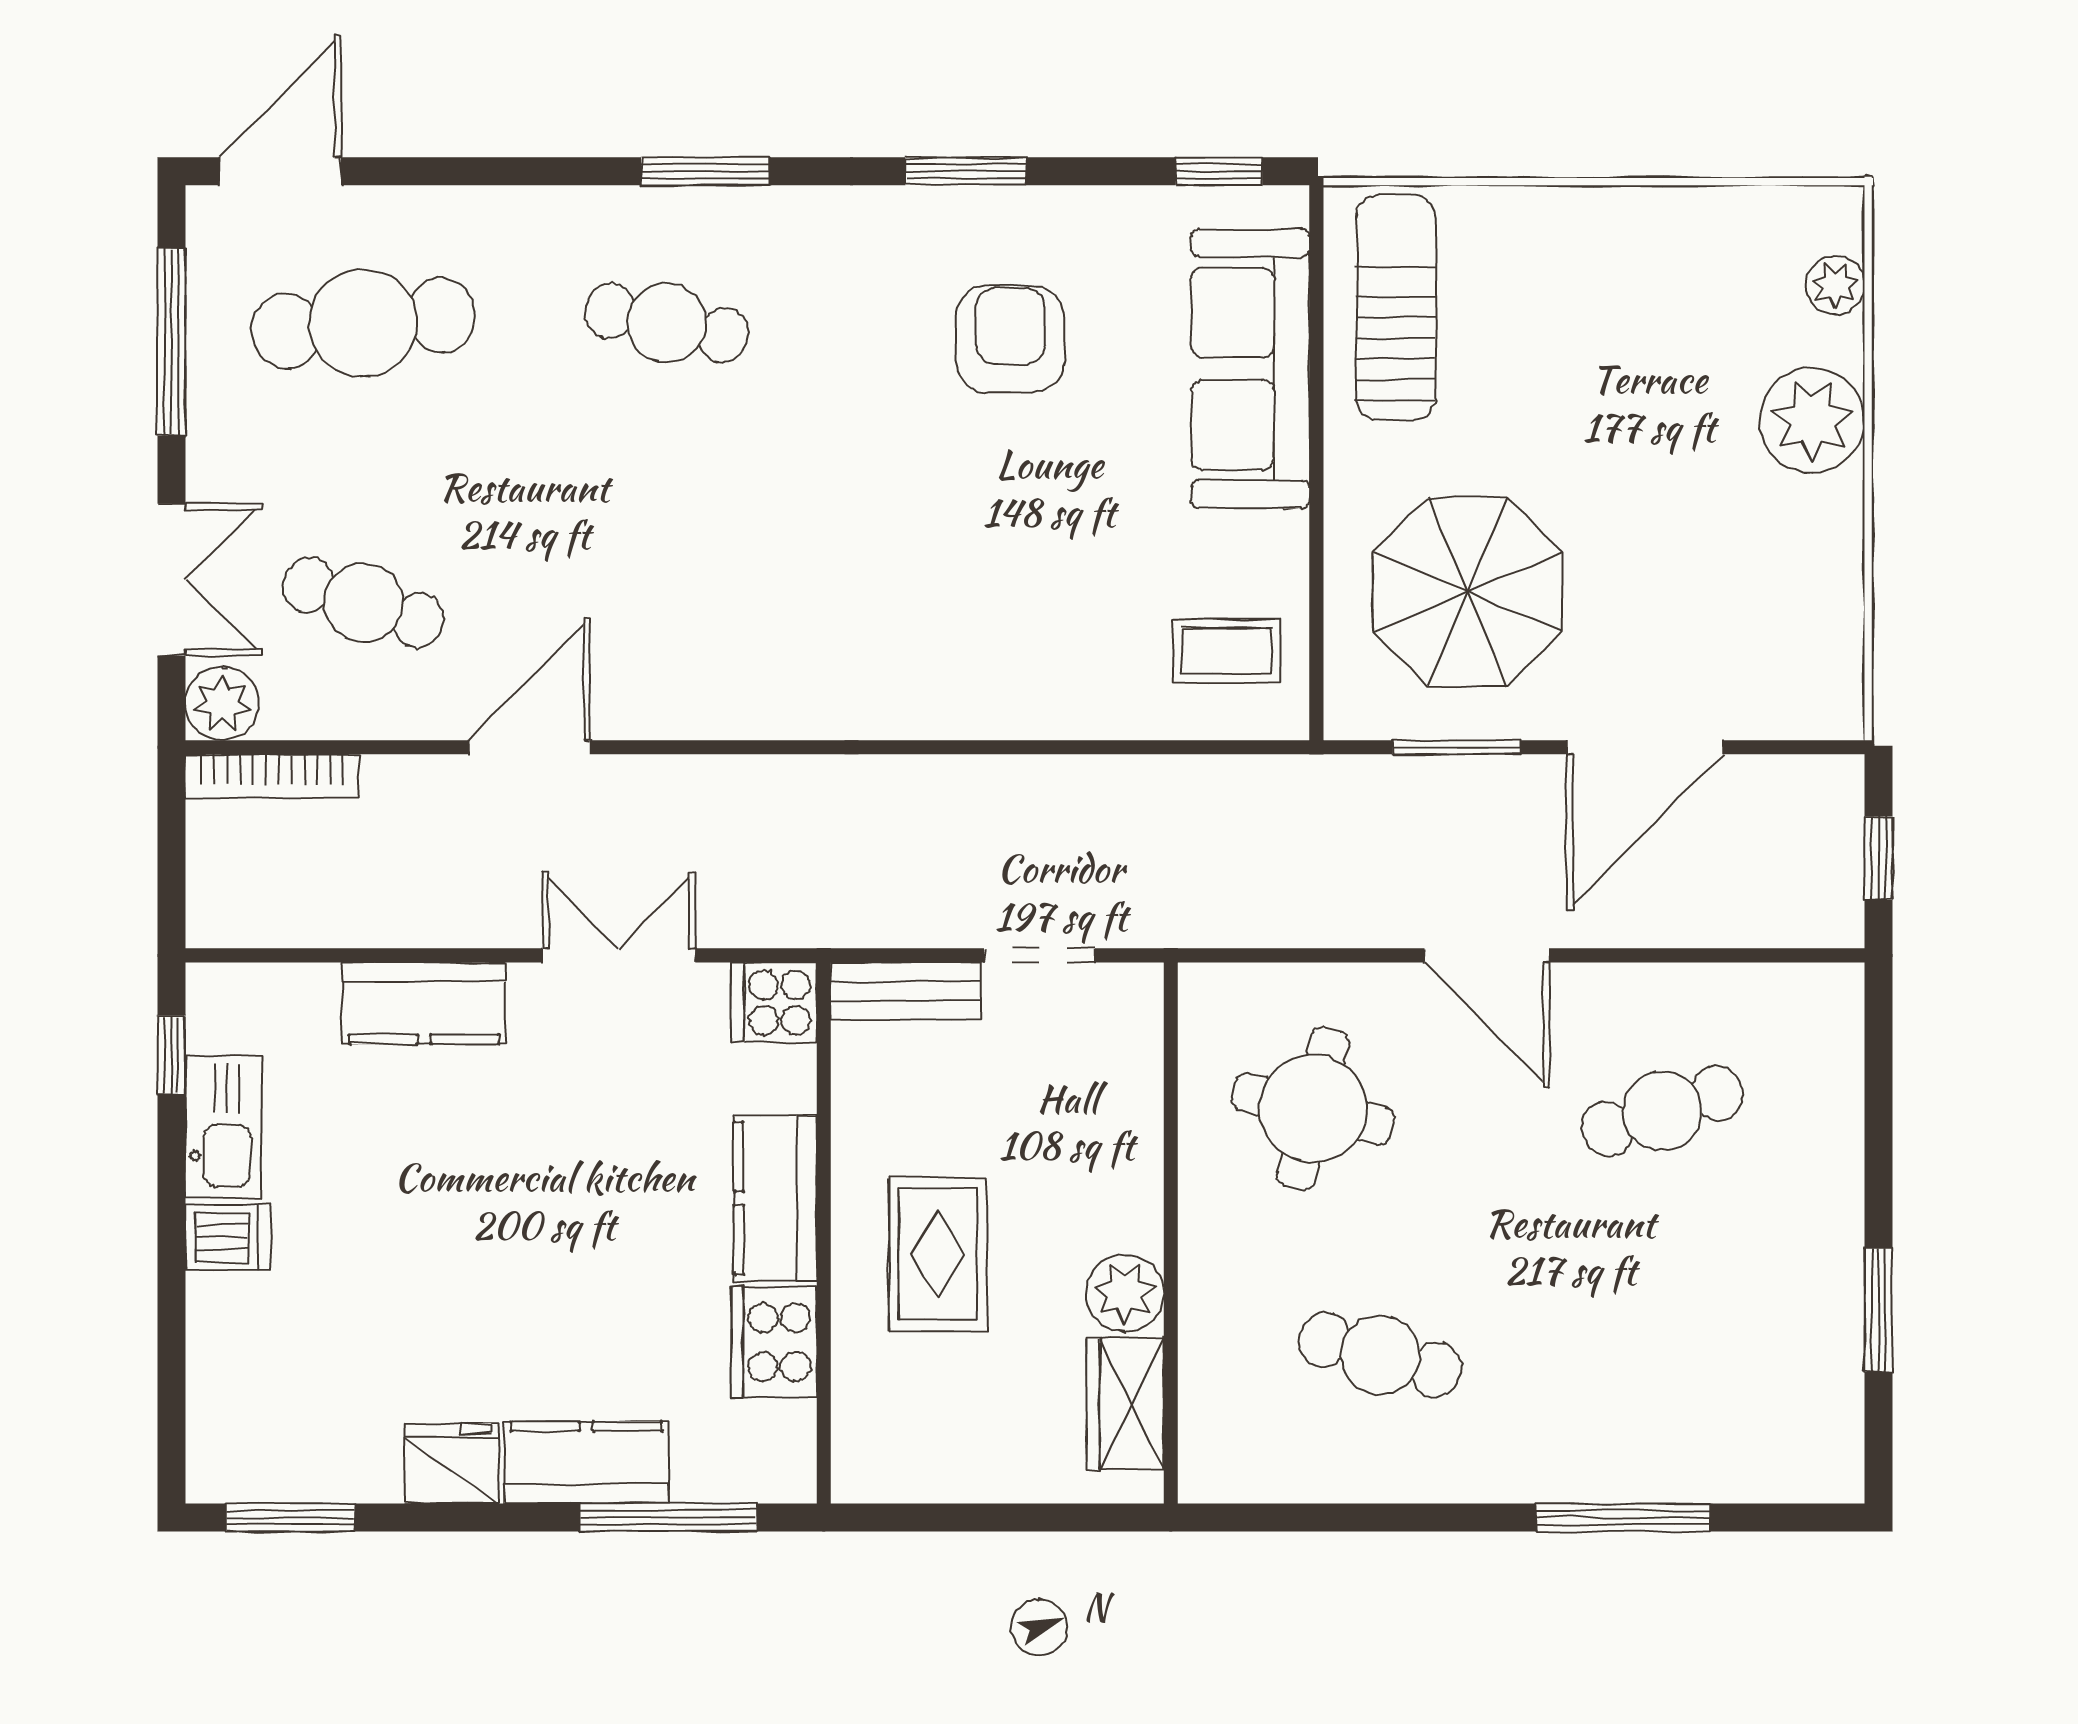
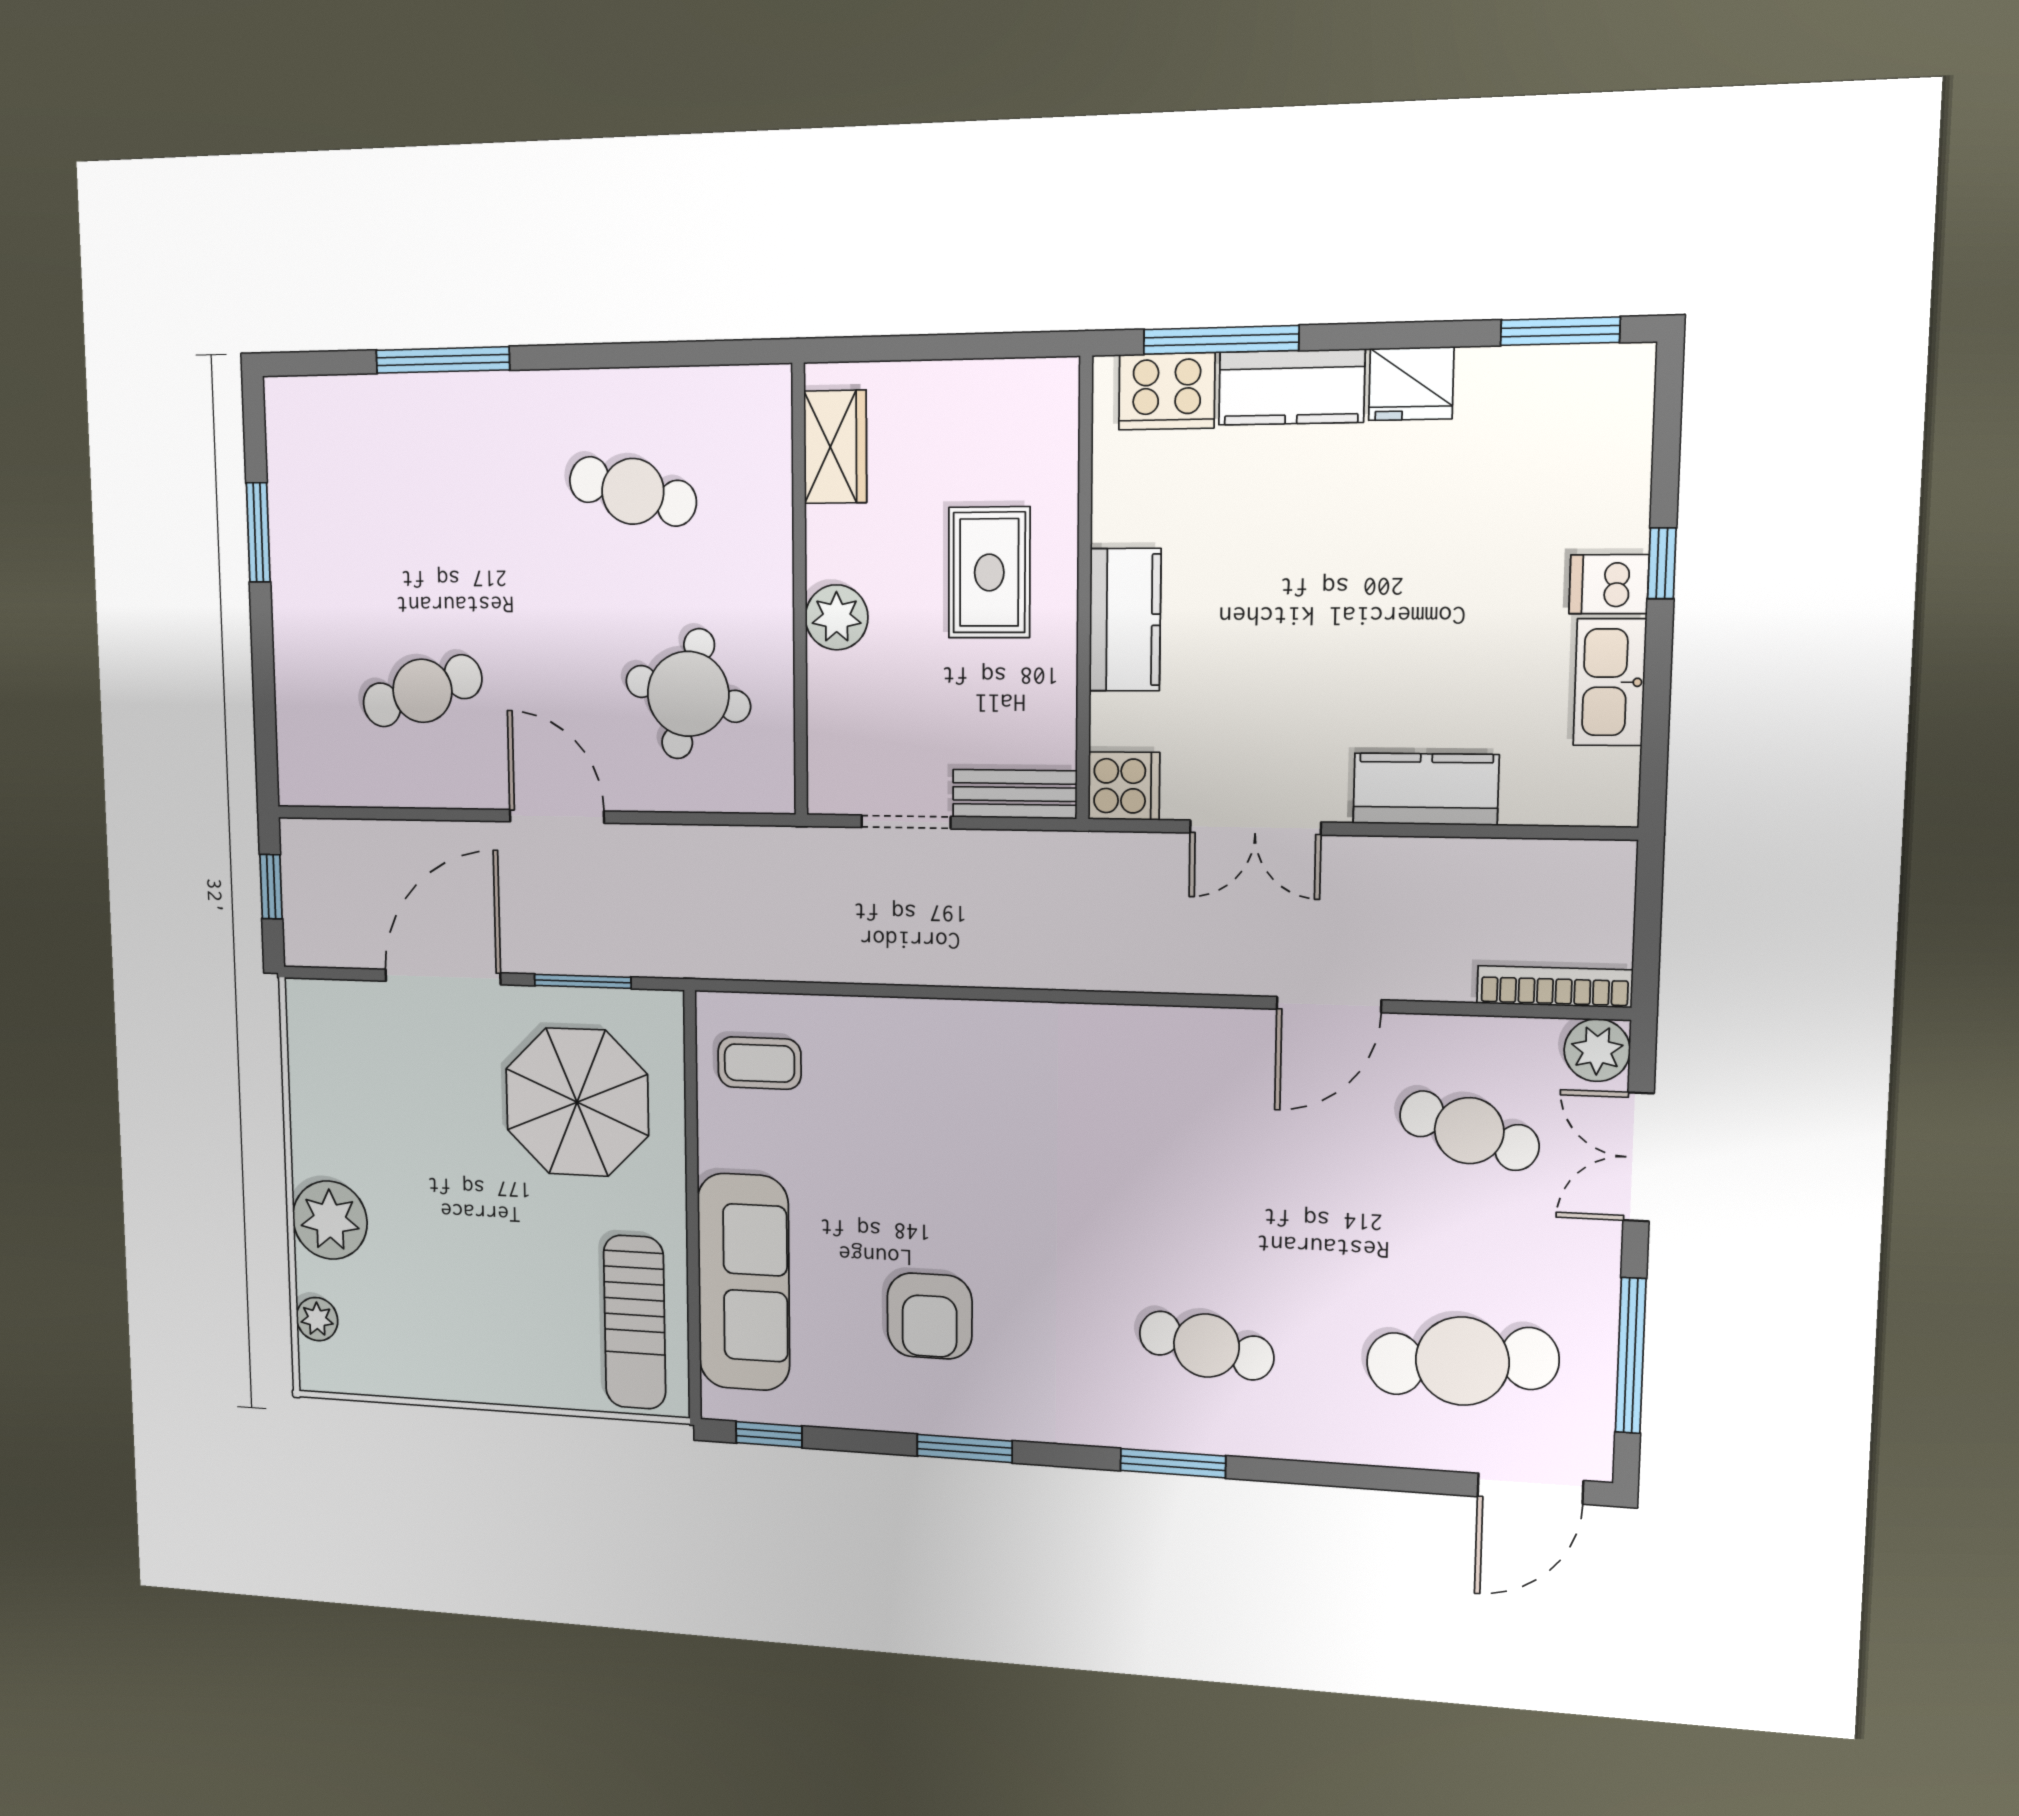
window: (172, 1055) -> (1662, 563), moved
plant: (1125, 1293) -> (837, 617), moved
cooker: (774, 1342) -> (1167, 391), moved, turned 90

